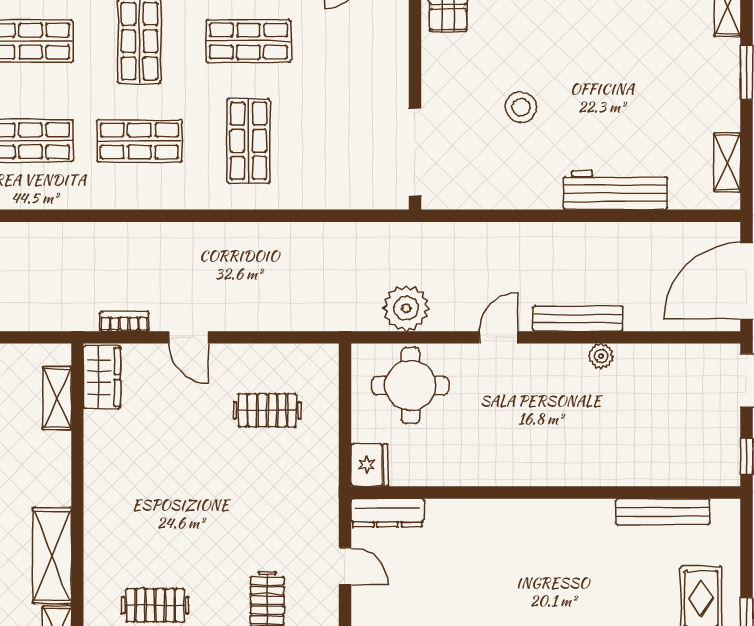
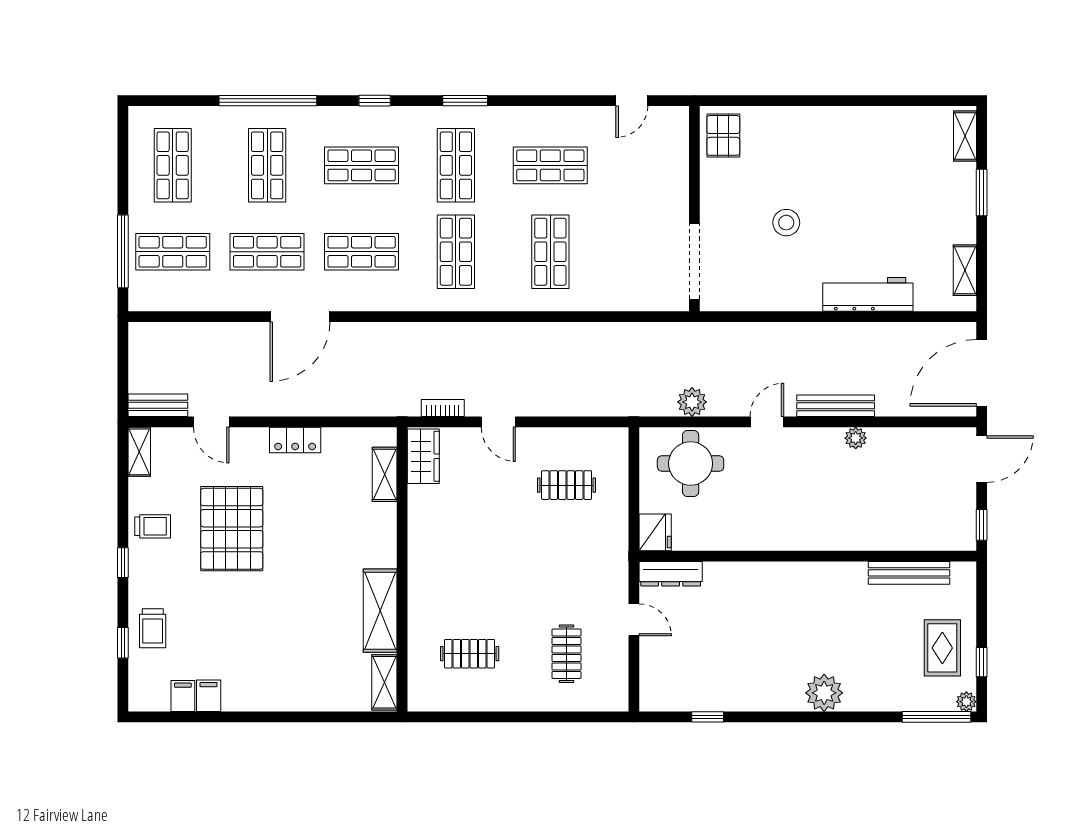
shop shelf: (139, 141) -> (456, 252), turned 90
plant: (406, 308) -> (692, 402), width x0.73, depth x0.73

